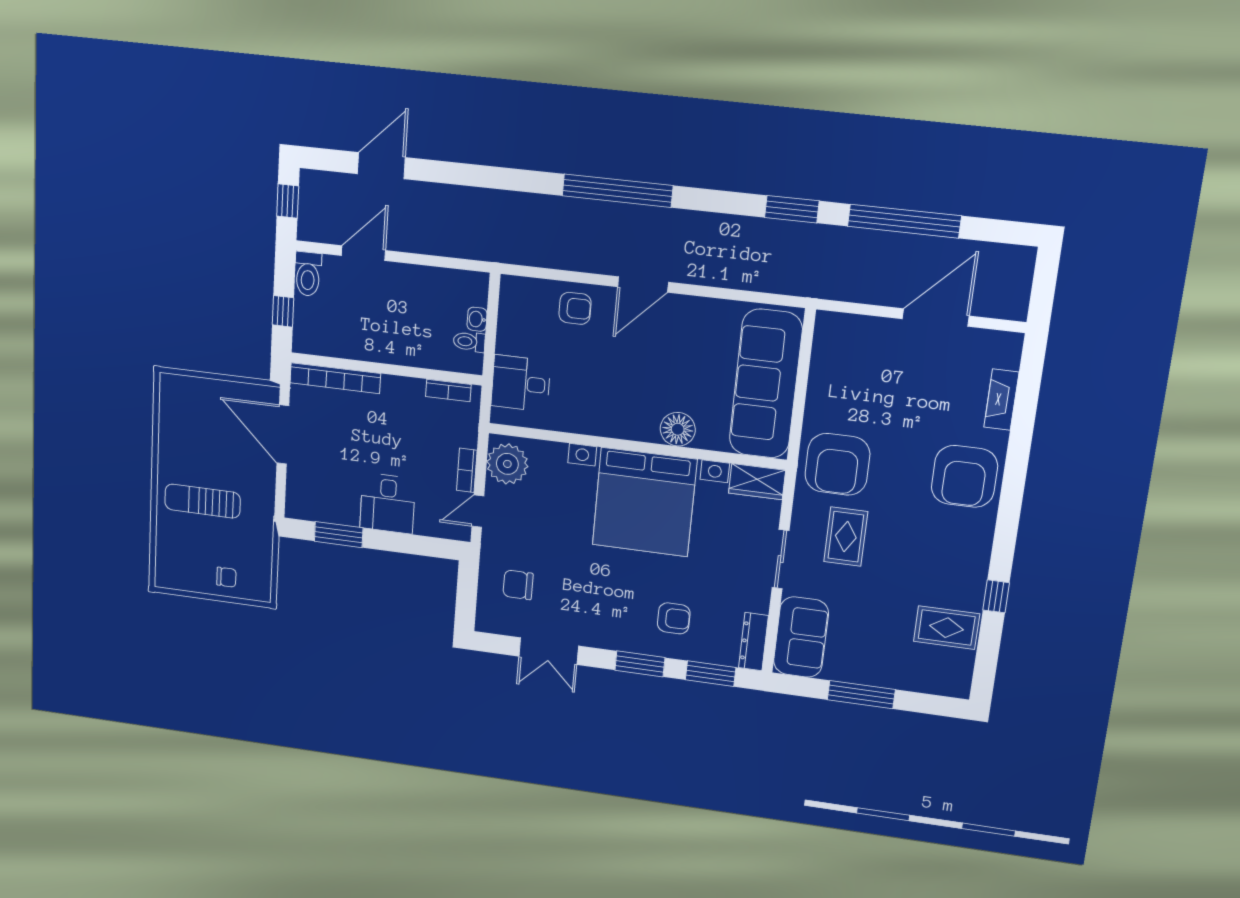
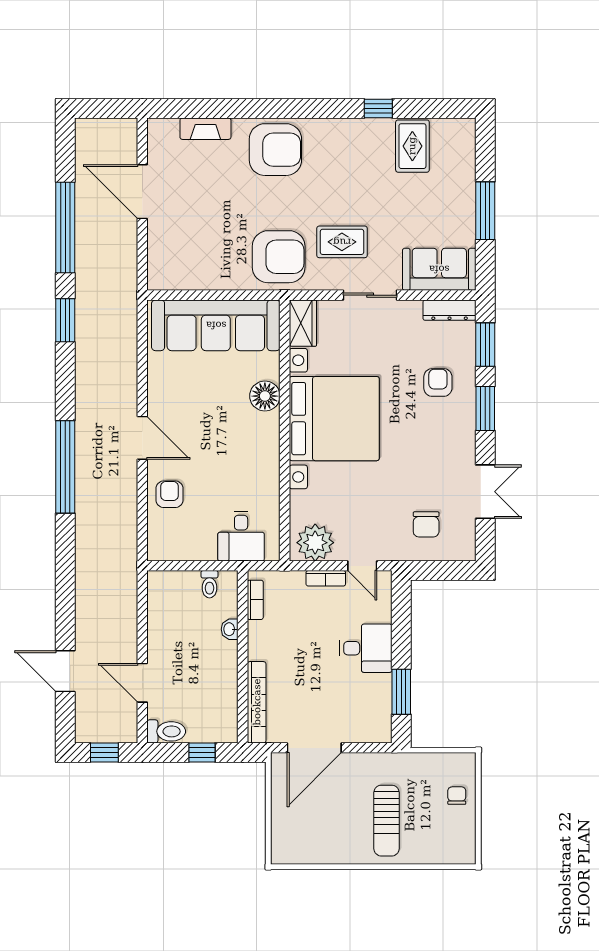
washbasin: (477, 319) -> (230, 629), moved, turned 90

